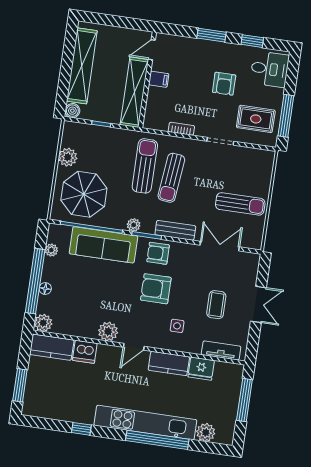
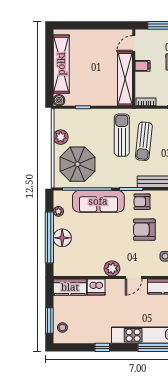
door: (152, 50) -> (134, 44), moved
filing cabinet: (159, 79) -> (142, 66), moved
wall: (147, 80) -> (134, 68), moved
shelving: (134, 92) -> (125, 79), moved
plant: (134, 225) -> (120, 182), removed
floor lamp: (45, 289) -> (62, 238), width x1.89, depth x1.89
plant: (43, 323) -> (60, 269), removed
stool: (35, 397) -> (62, 328), added

